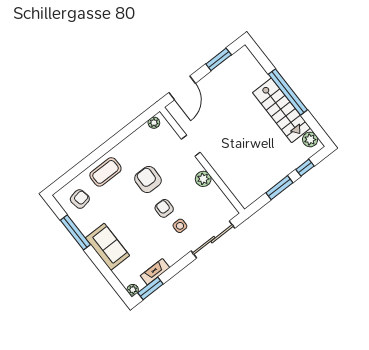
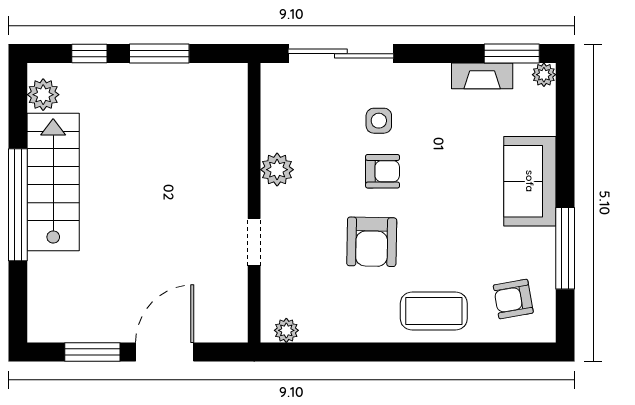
door: (182, 88) -> (165, 352), moved
armchair: (164, 208) -> (383, 171), turned -90

